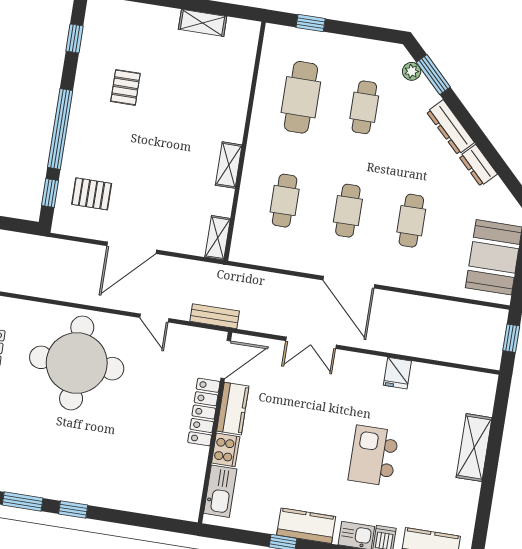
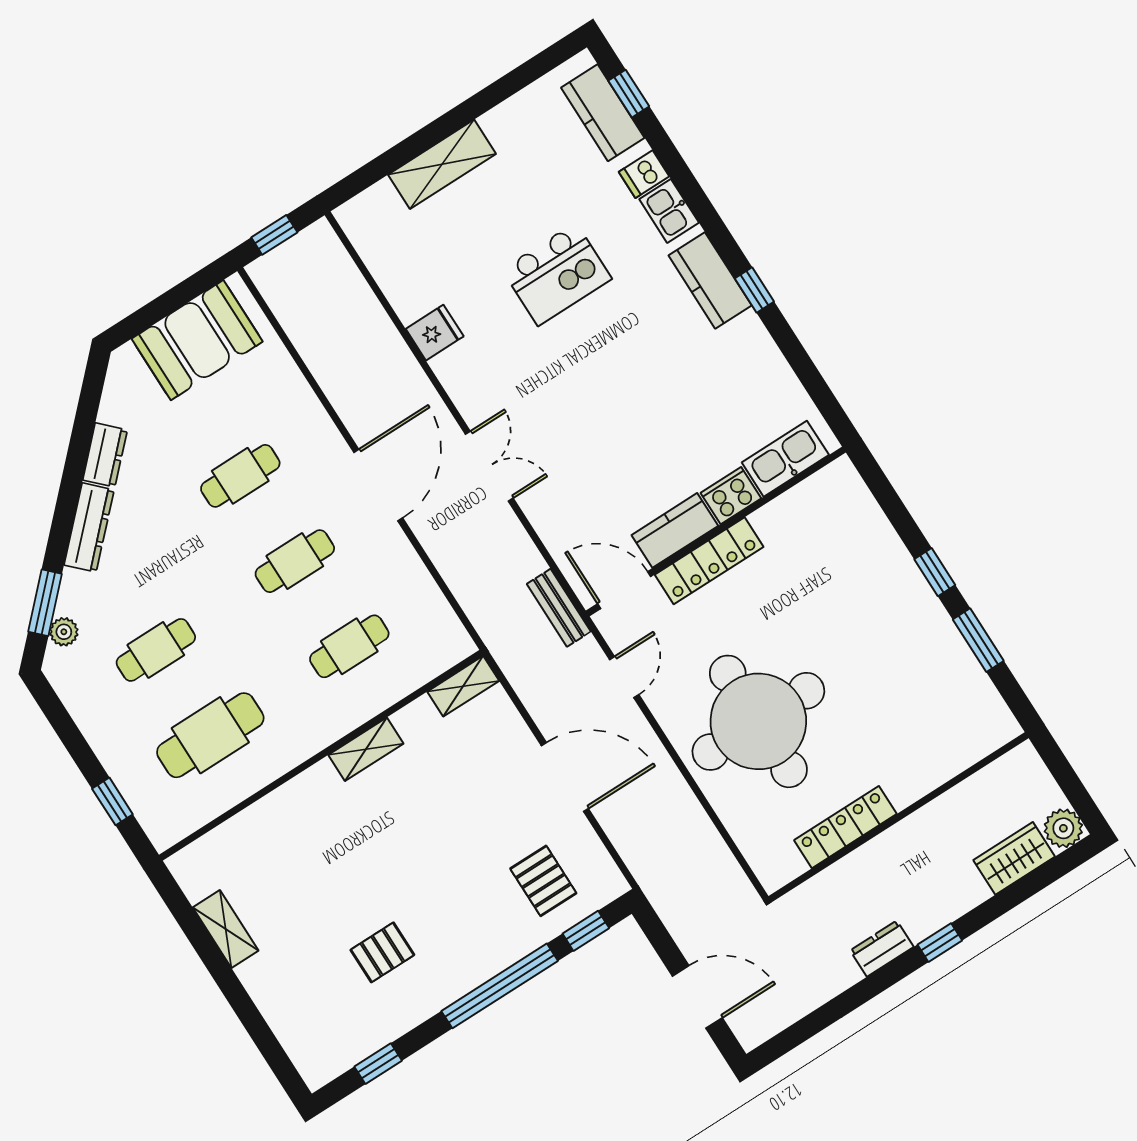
door: (226, 359) -> (624, 590), moved
kitchen counter: (233, 409) -> (675, 530), moved
locker: (204, 412) -> (709, 561), moved
wall: (215, 428) -> (716, 531), moved
cooker: (226, 450) -> (731, 496), moved
kitchen sink: (220, 491) -> (785, 459), moved

